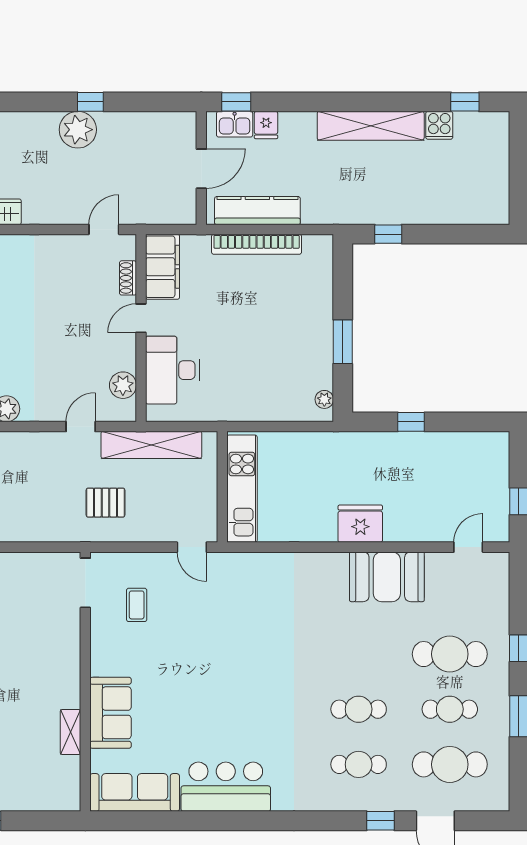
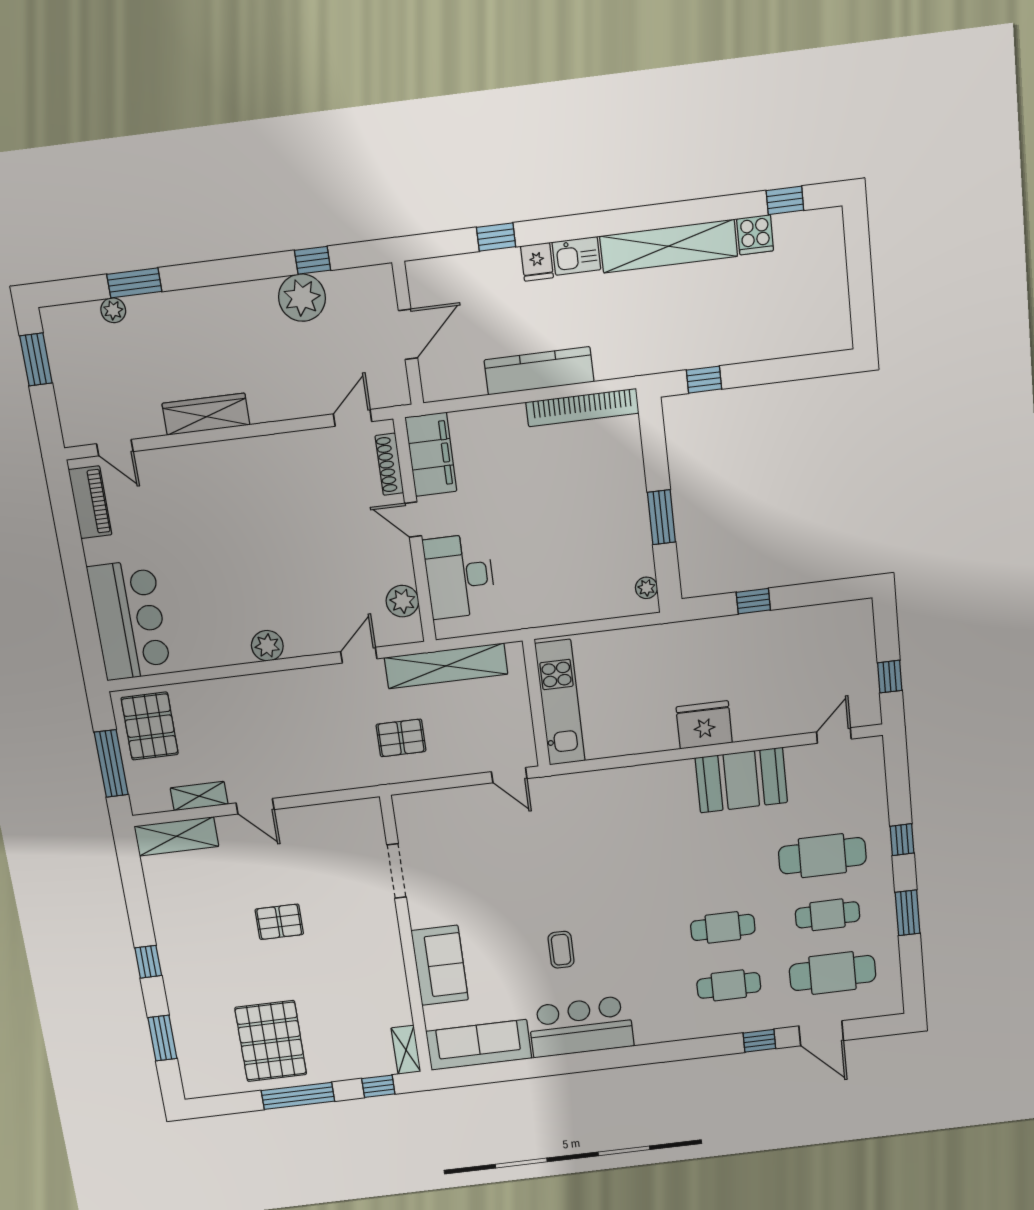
kitchen sink: (235, 124) -> (576, 256), moved
wall: (201, 168) -> (408, 333), moved
door: (201, 169) -> (408, 334), moved
bookcase: (257, 244) -> (582, 408), moved
shoe rack: (128, 278) -> (389, 464), width x1.43
door: (141, 318) -> (413, 520), hinge flipped
doorway: (85, 583) -> (397, 871), moved
coffee table: (137, 605) -> (561, 950), moved
shelving: (70, 732) -> (406, 1050), moved
window: (41, 821) -> (378, 1086), added

